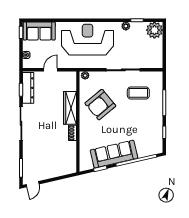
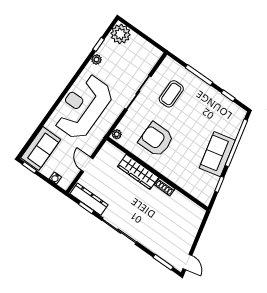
armchair: (100, 105) -> (156, 139), turned 130
sofa: (114, 154) -> (217, 154), width x0.73

